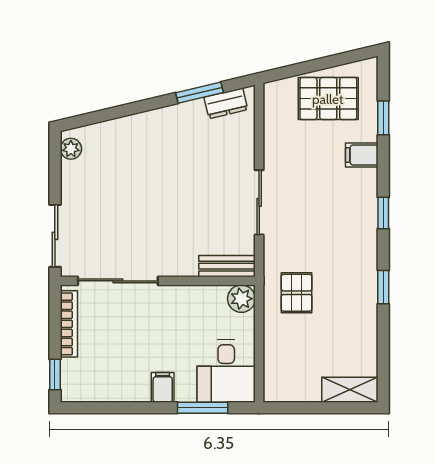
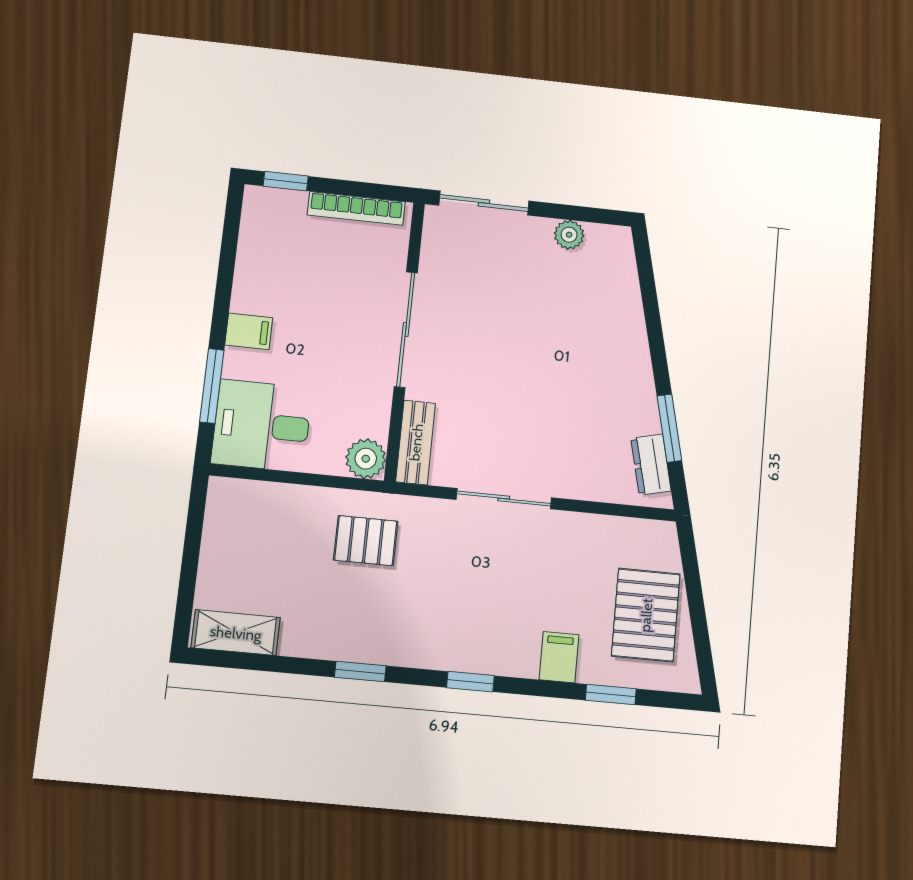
plant: (71, 149) -> (569, 235), moved
sliding door: (118, 281) -> (406, 329), moved
shelving: (350, 390) -> (236, 633), moved, turned 90

